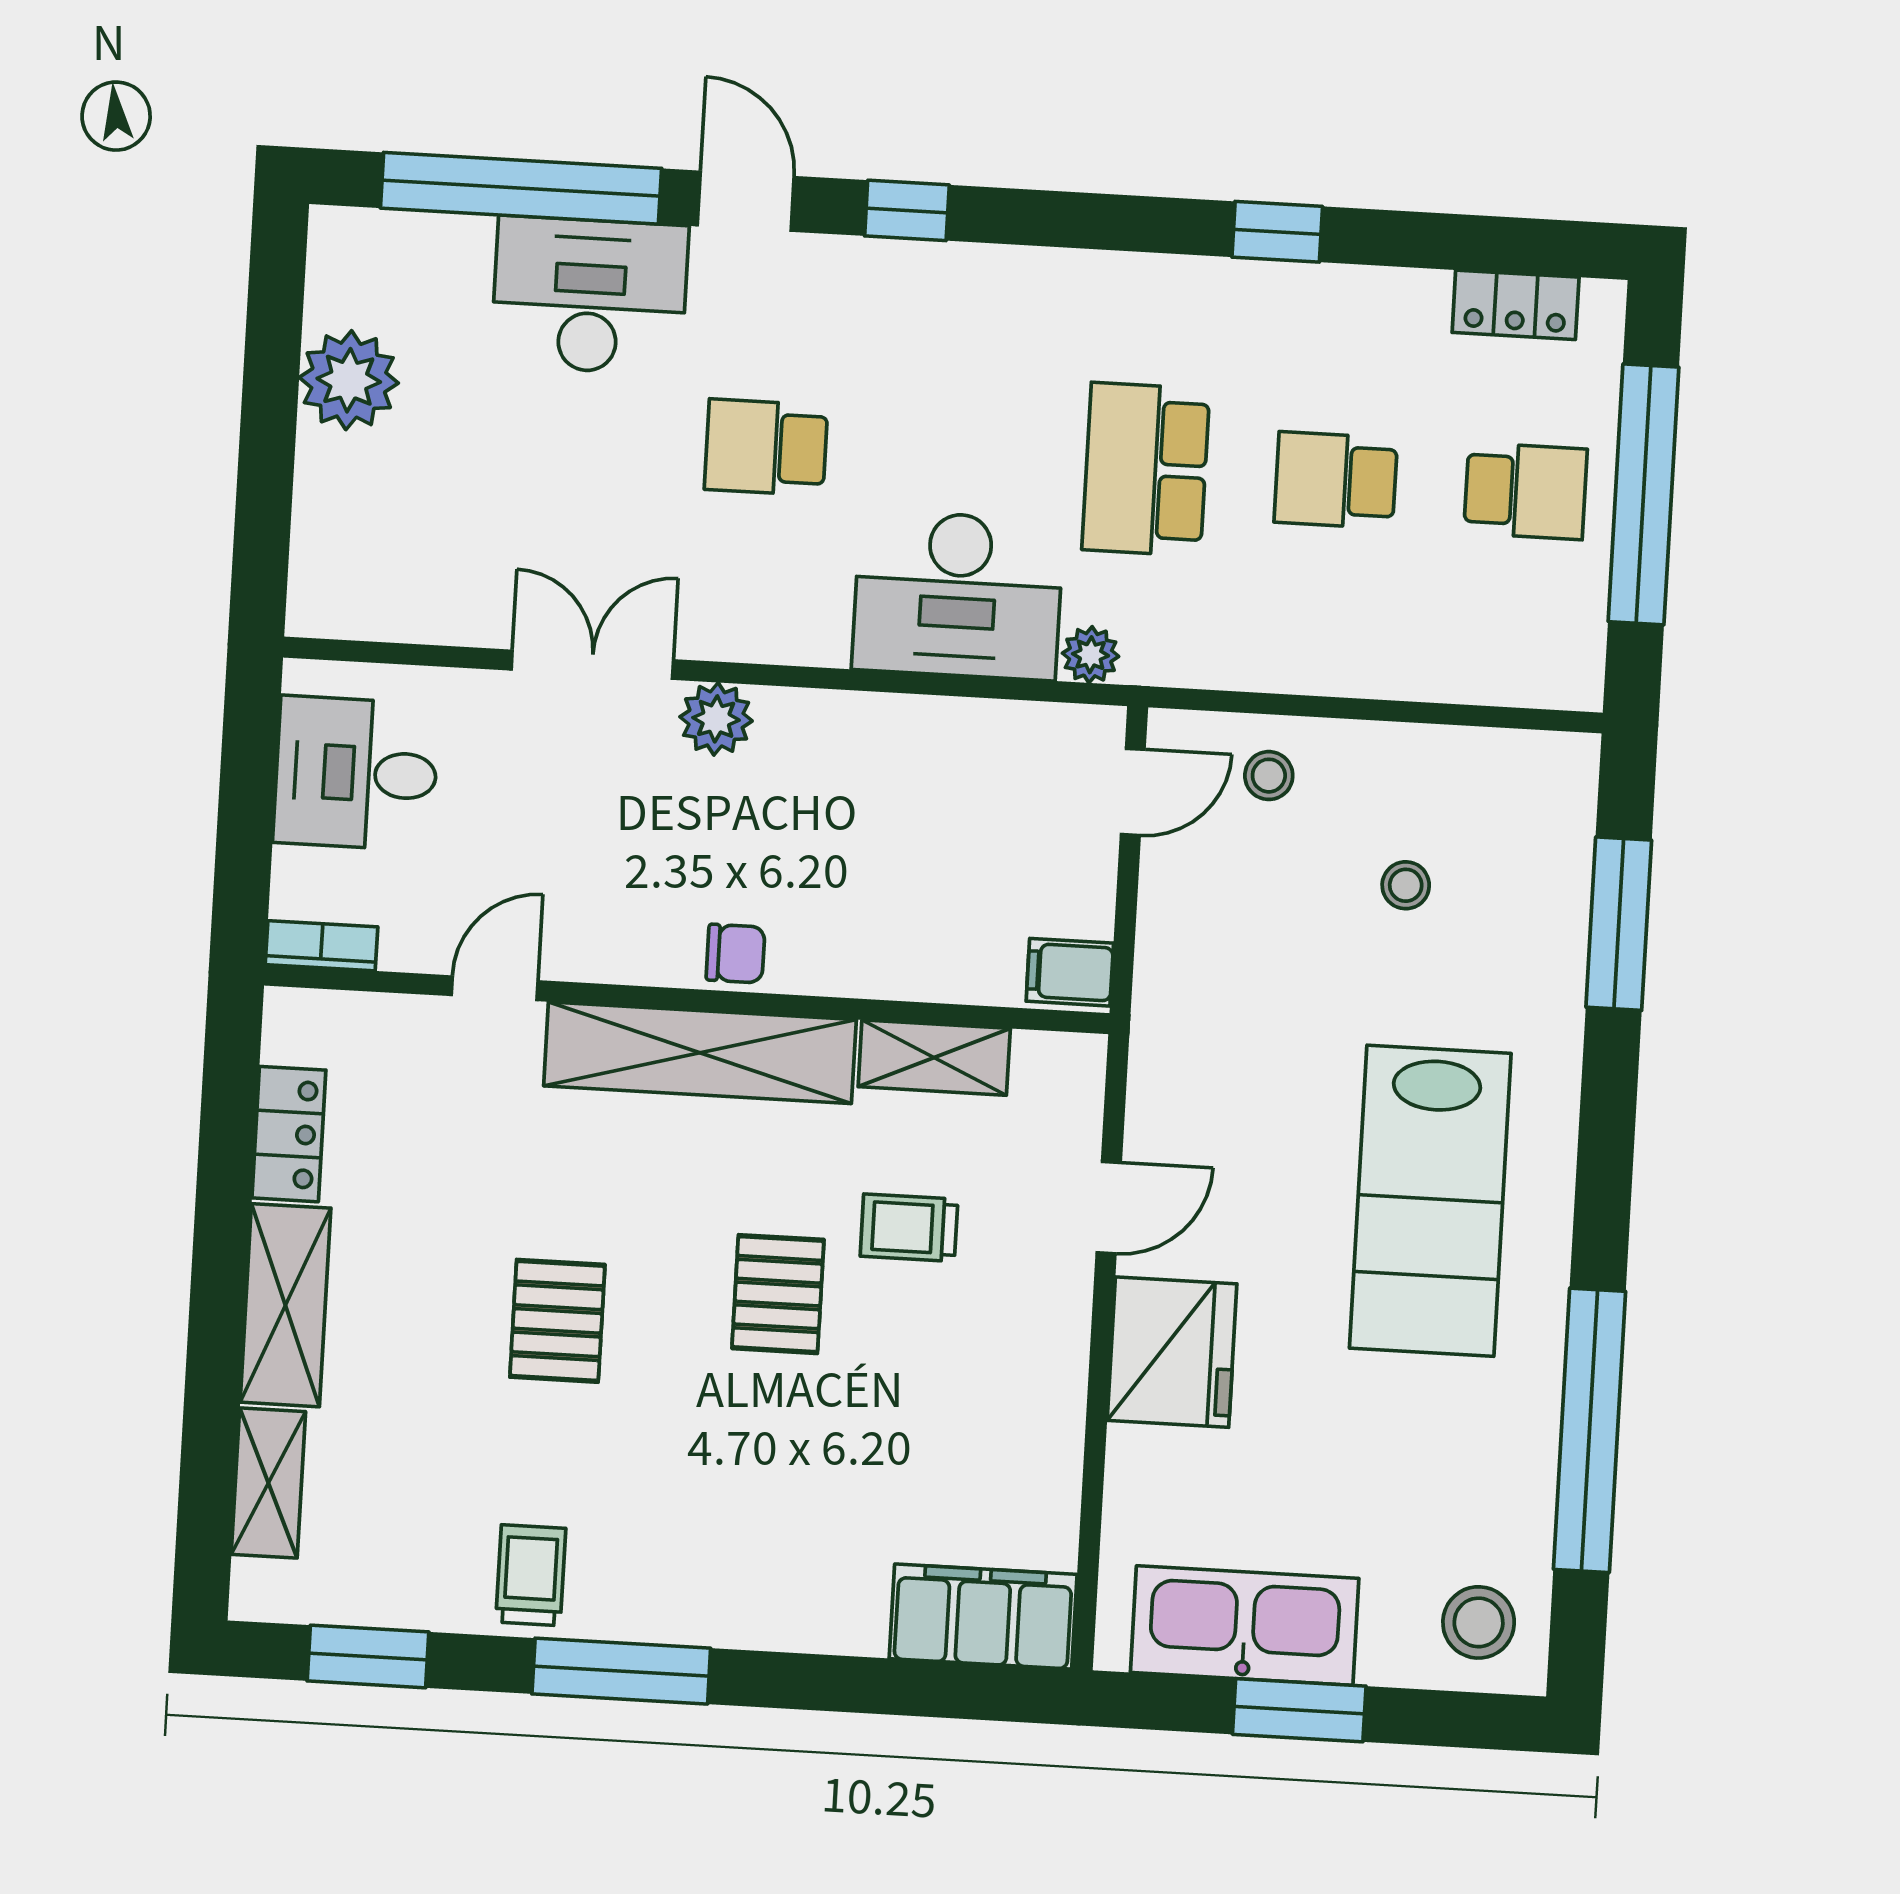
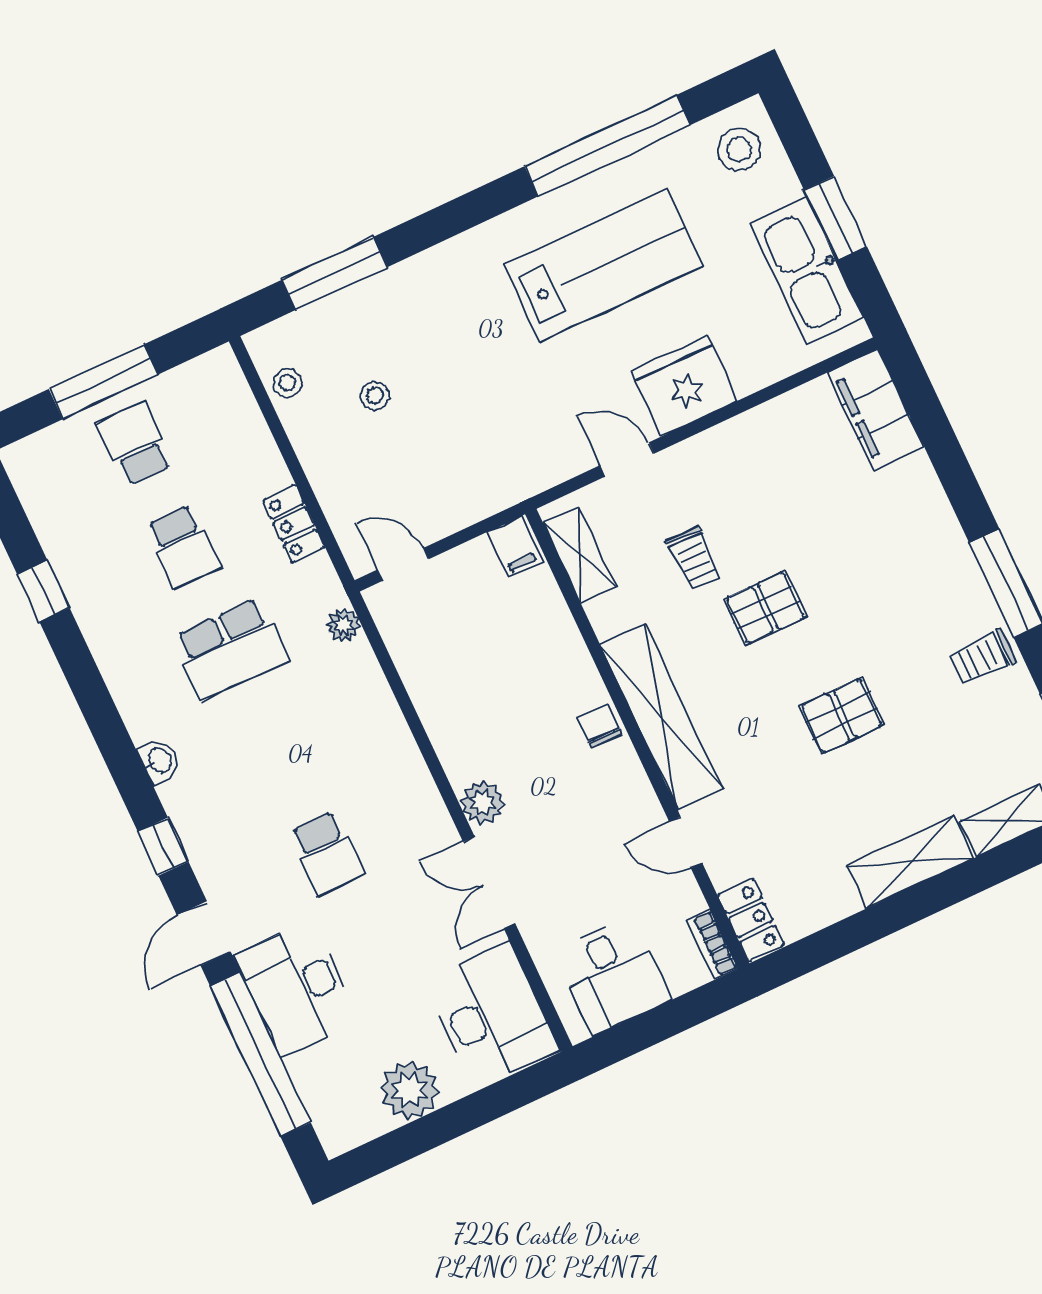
window: (1277, 232) -> (43, 591), moved
washbasin: (1037, 274) -> (159, 761), added
locker: (1516, 305) -> (294, 524), moved, turned 180
window: (1643, 494) -> (103, 382), width x0.68
desk: (958, 595) -> (492, 1015), moved
stool: (1269, 776) -> (288, 383), moved
shelving: (934, 1058) -> (580, 555), moved
locker: (289, 1134) -> (751, 920), moved, turned 90
lab bench: (1430, 1201) -> (603, 266), moved

